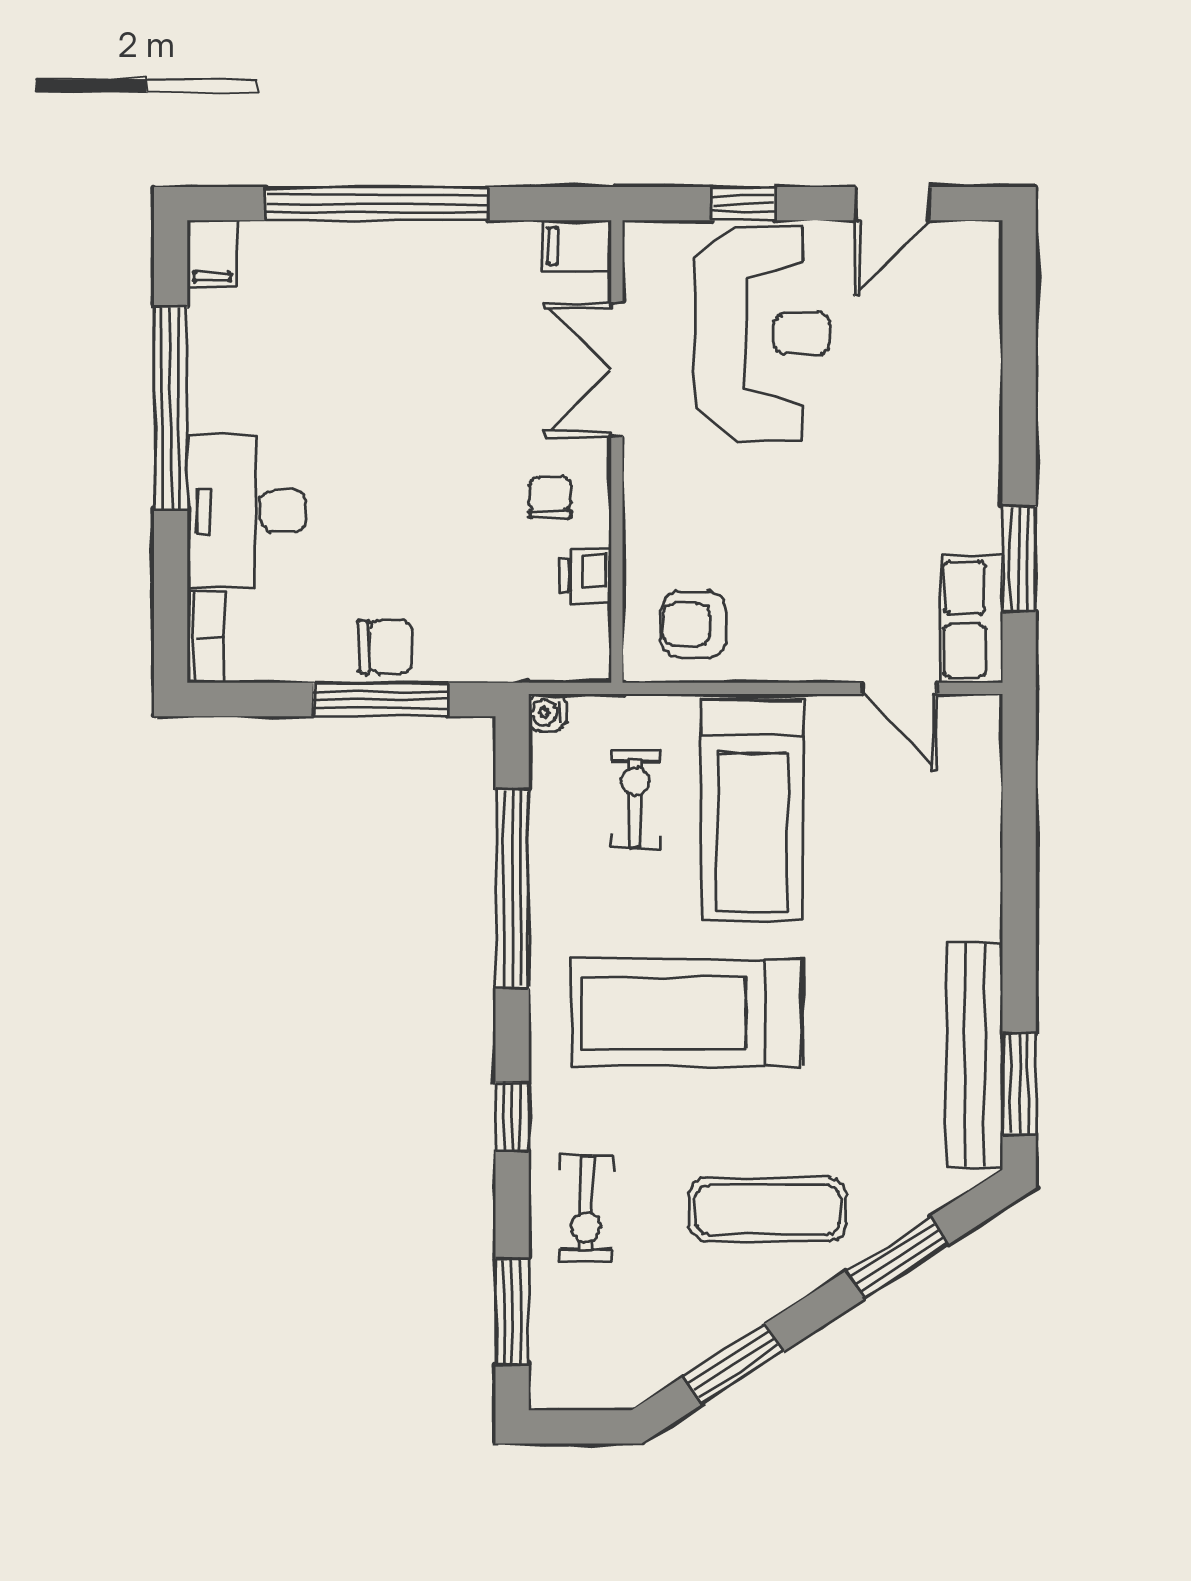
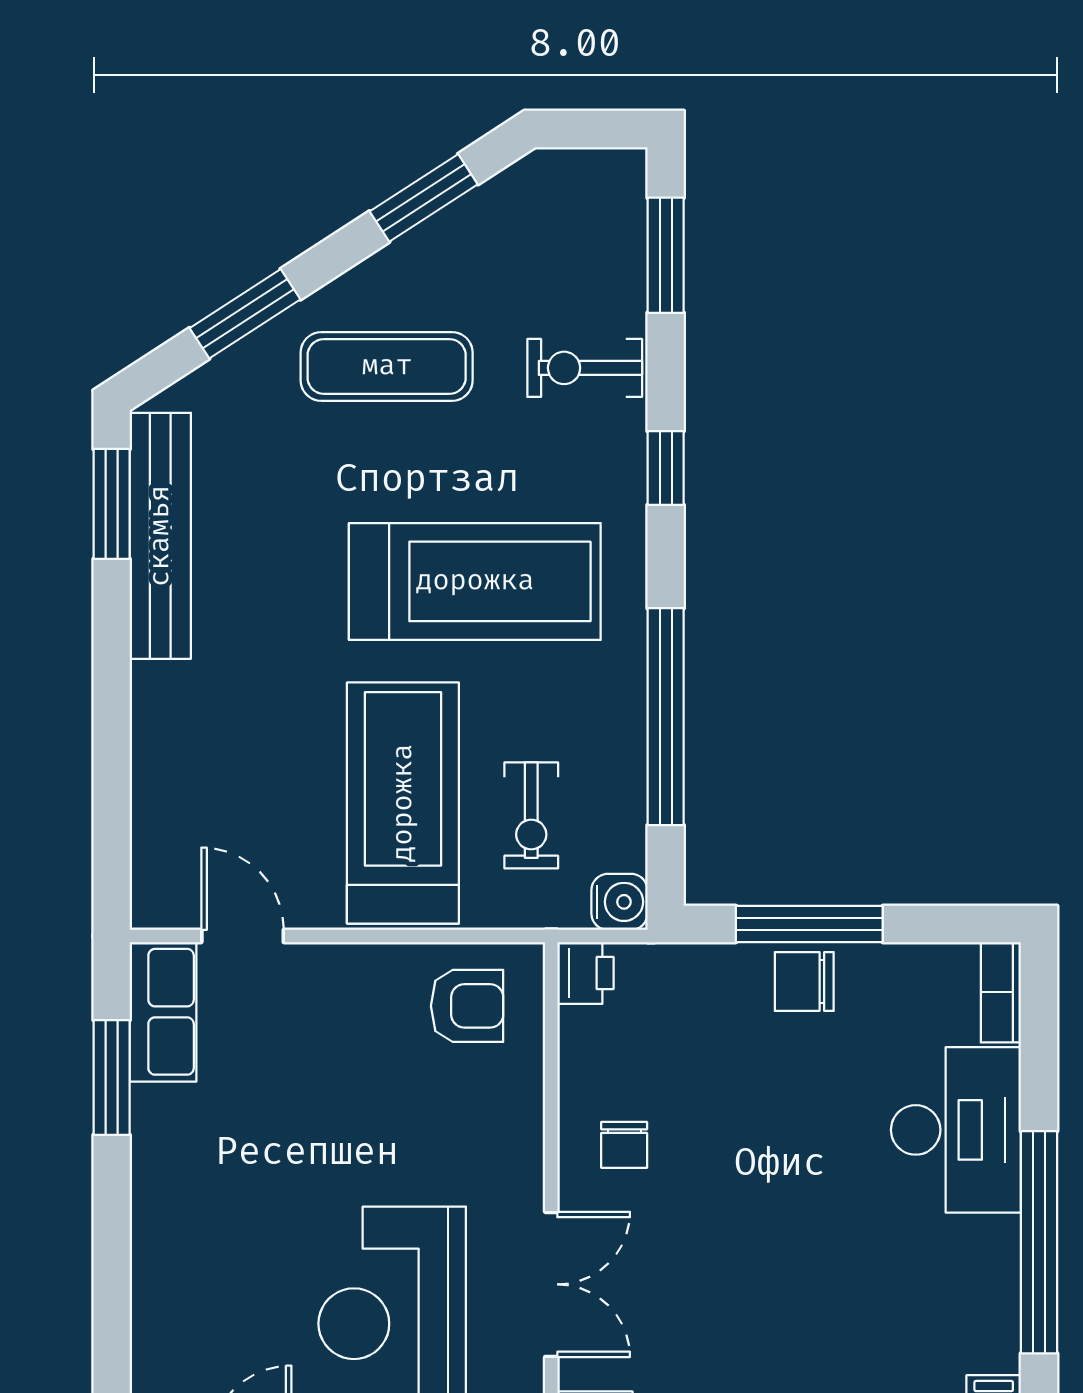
printer: (586, 576) -> (585, 973), moved
water cooler: (547, 713) -> (619, 902), width x1.38, depth x1.38
exercise bike: (586, 1208) -> (585, 368), turned -90

